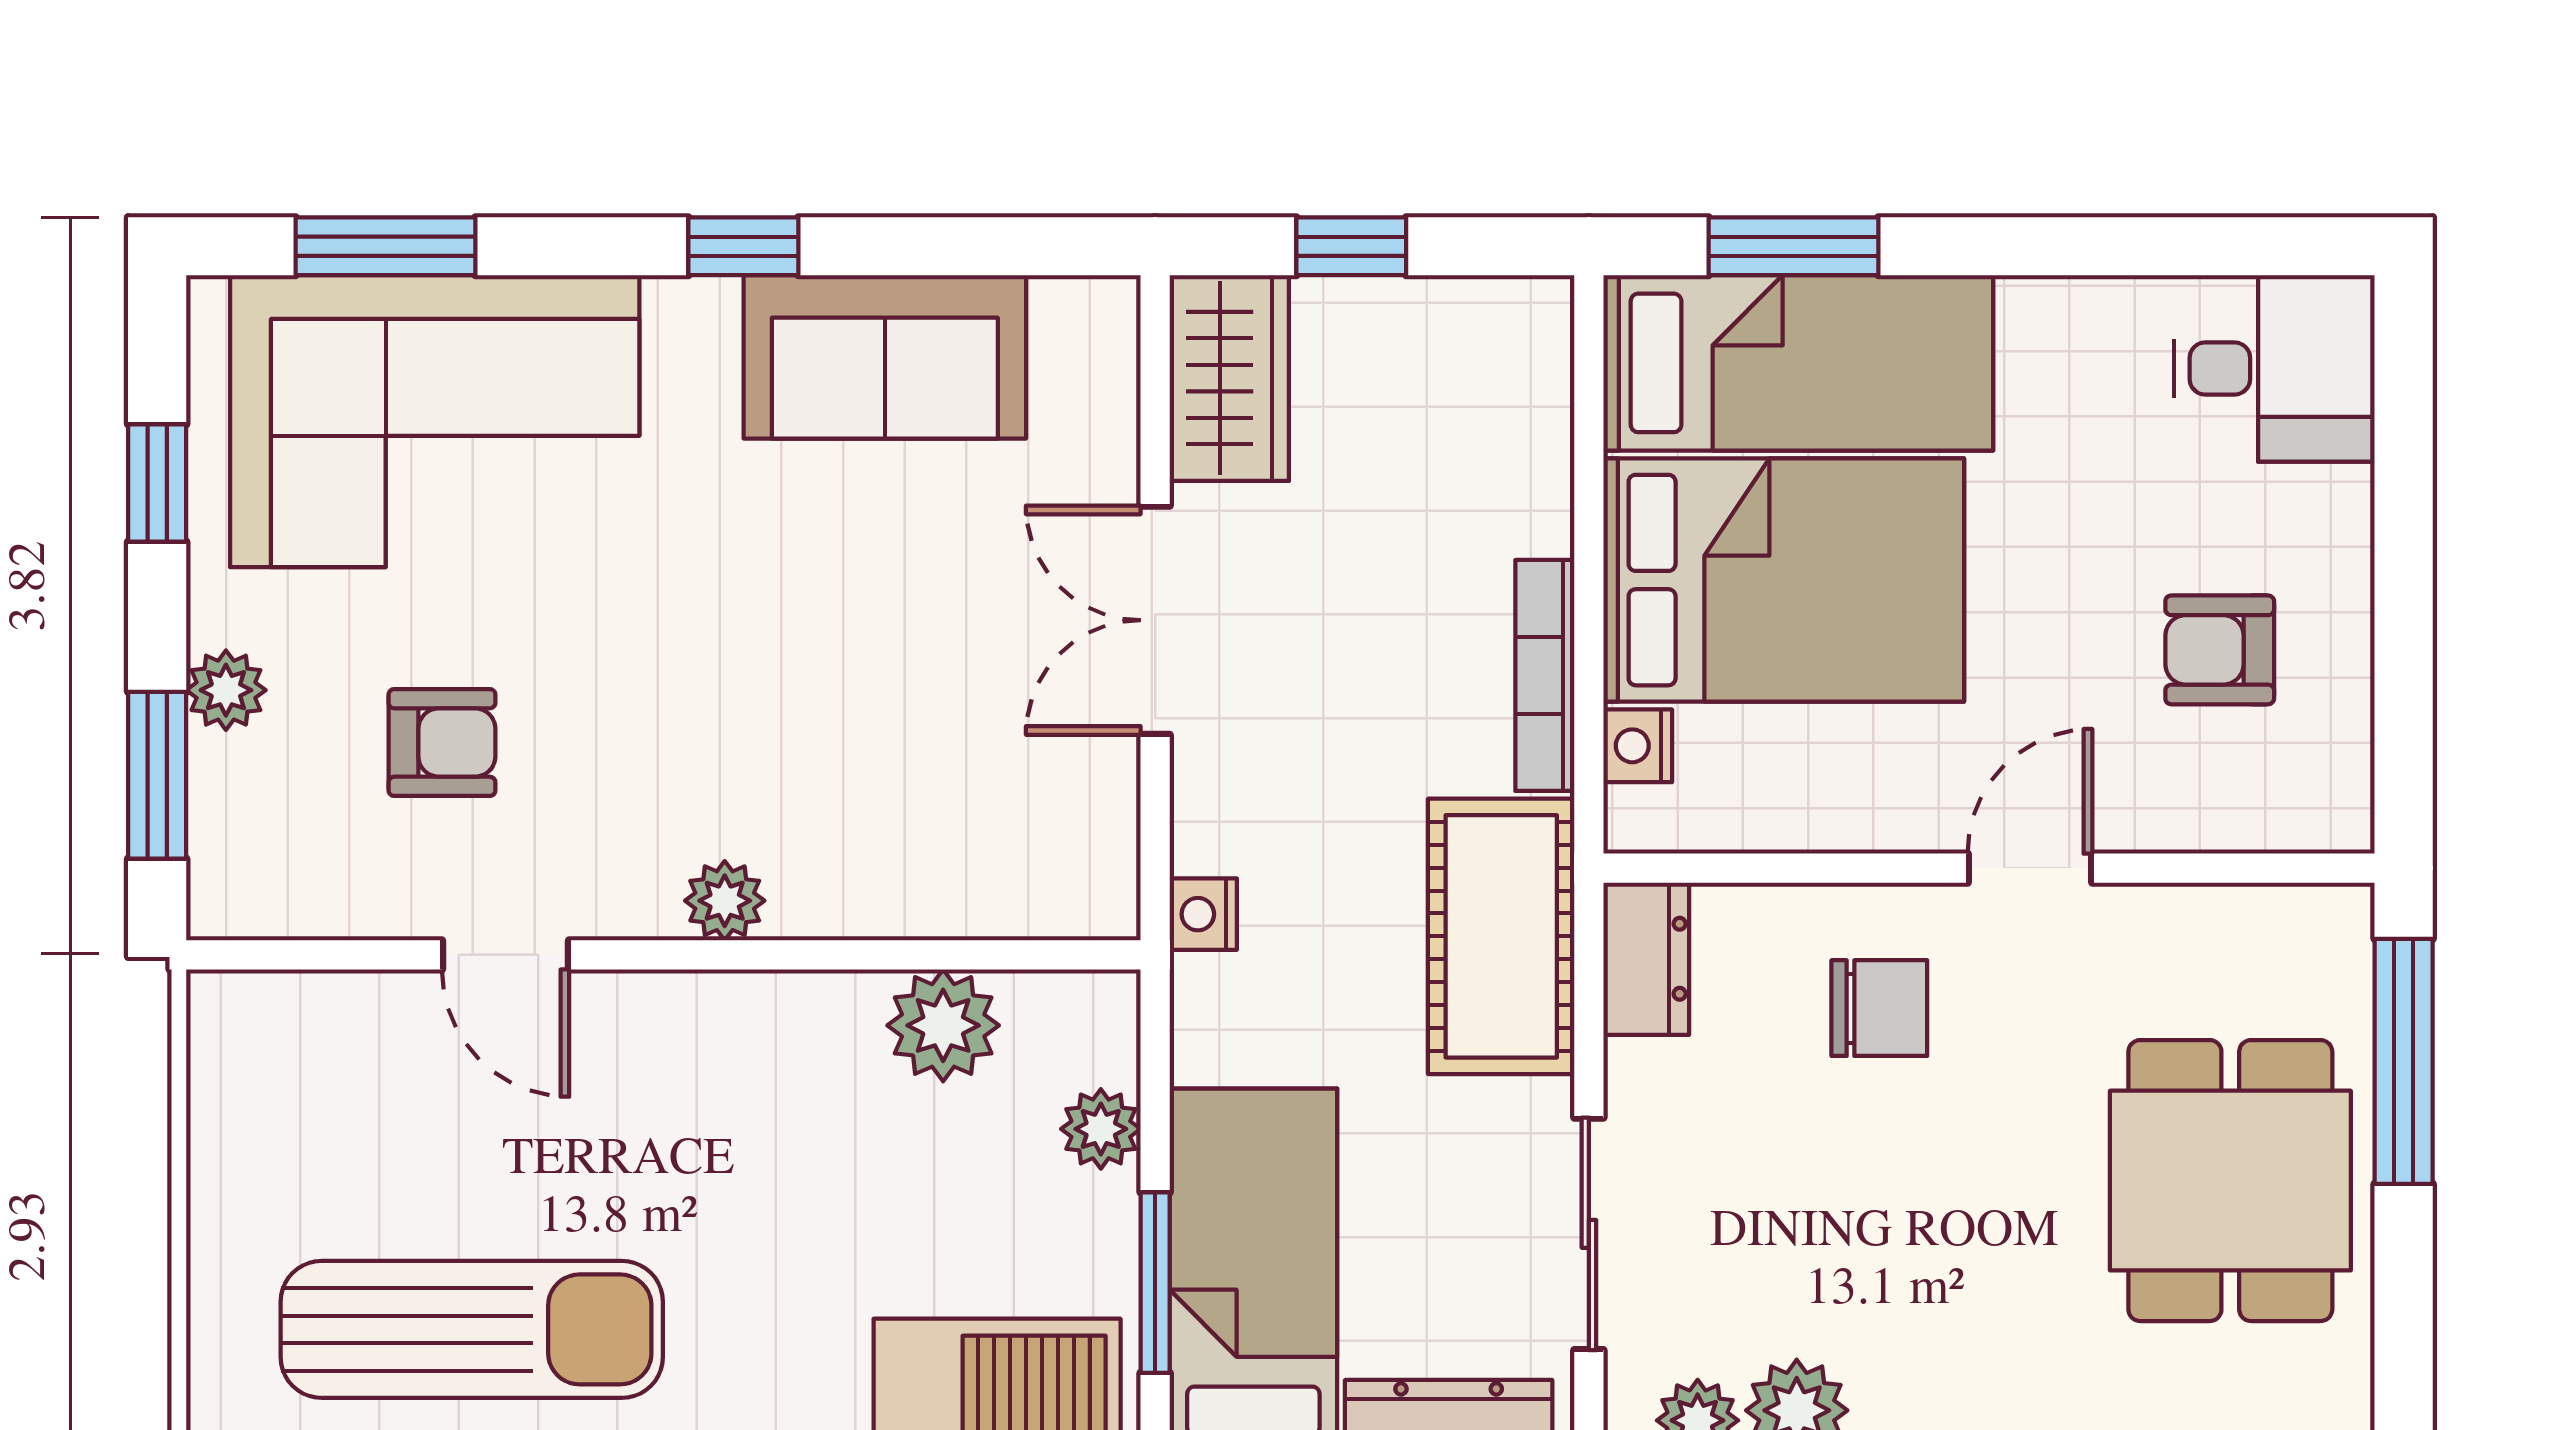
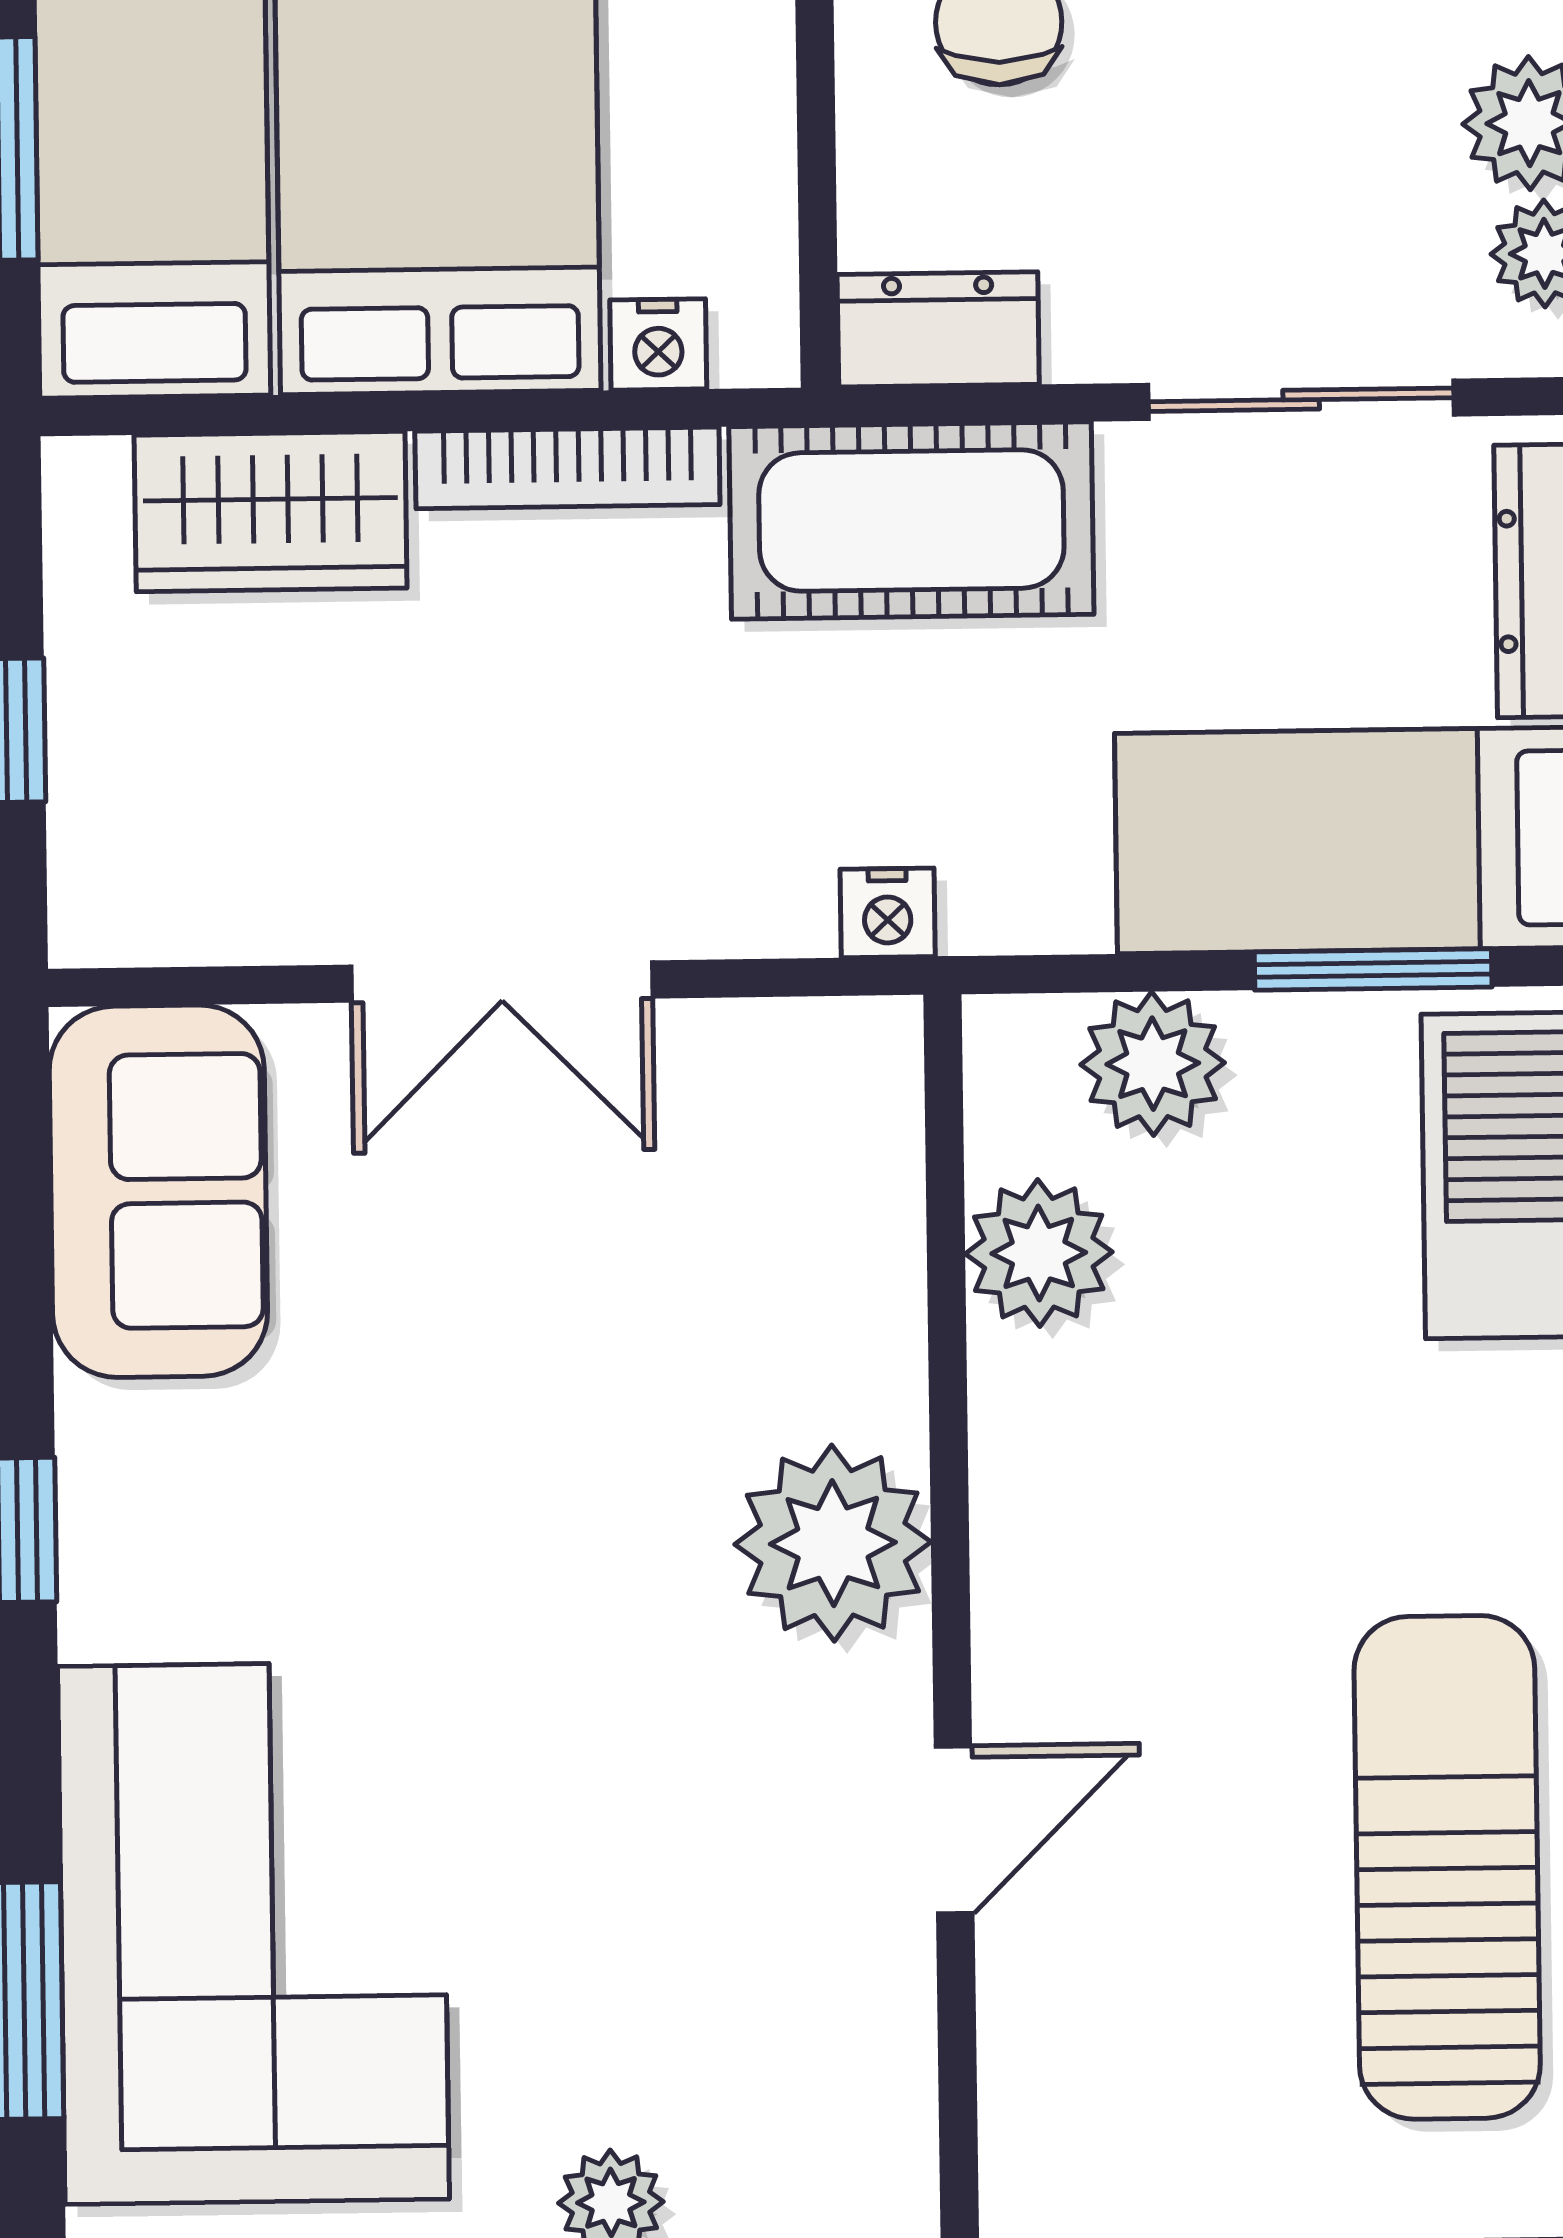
sofa: (885, 357) -> (158, 1191), moved
wardrobe: (1229, 378) -> (271, 512), moved, turned 180
armchair: (442, 743) -> (676, 1917), removed
plant: (725, 901) -> (833, 1543), width x1.87, depth x1.87
plant: (1101, 1129) -> (1153, 1064), width x1.38, depth x1.38

